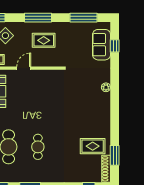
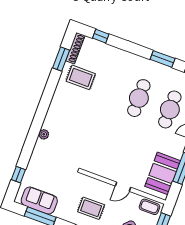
sofa: (102, 45) -> (39, 201), moved, turned -90
cafe table: (38, 147) -> (139, 98), width x1.37, depth x1.35

